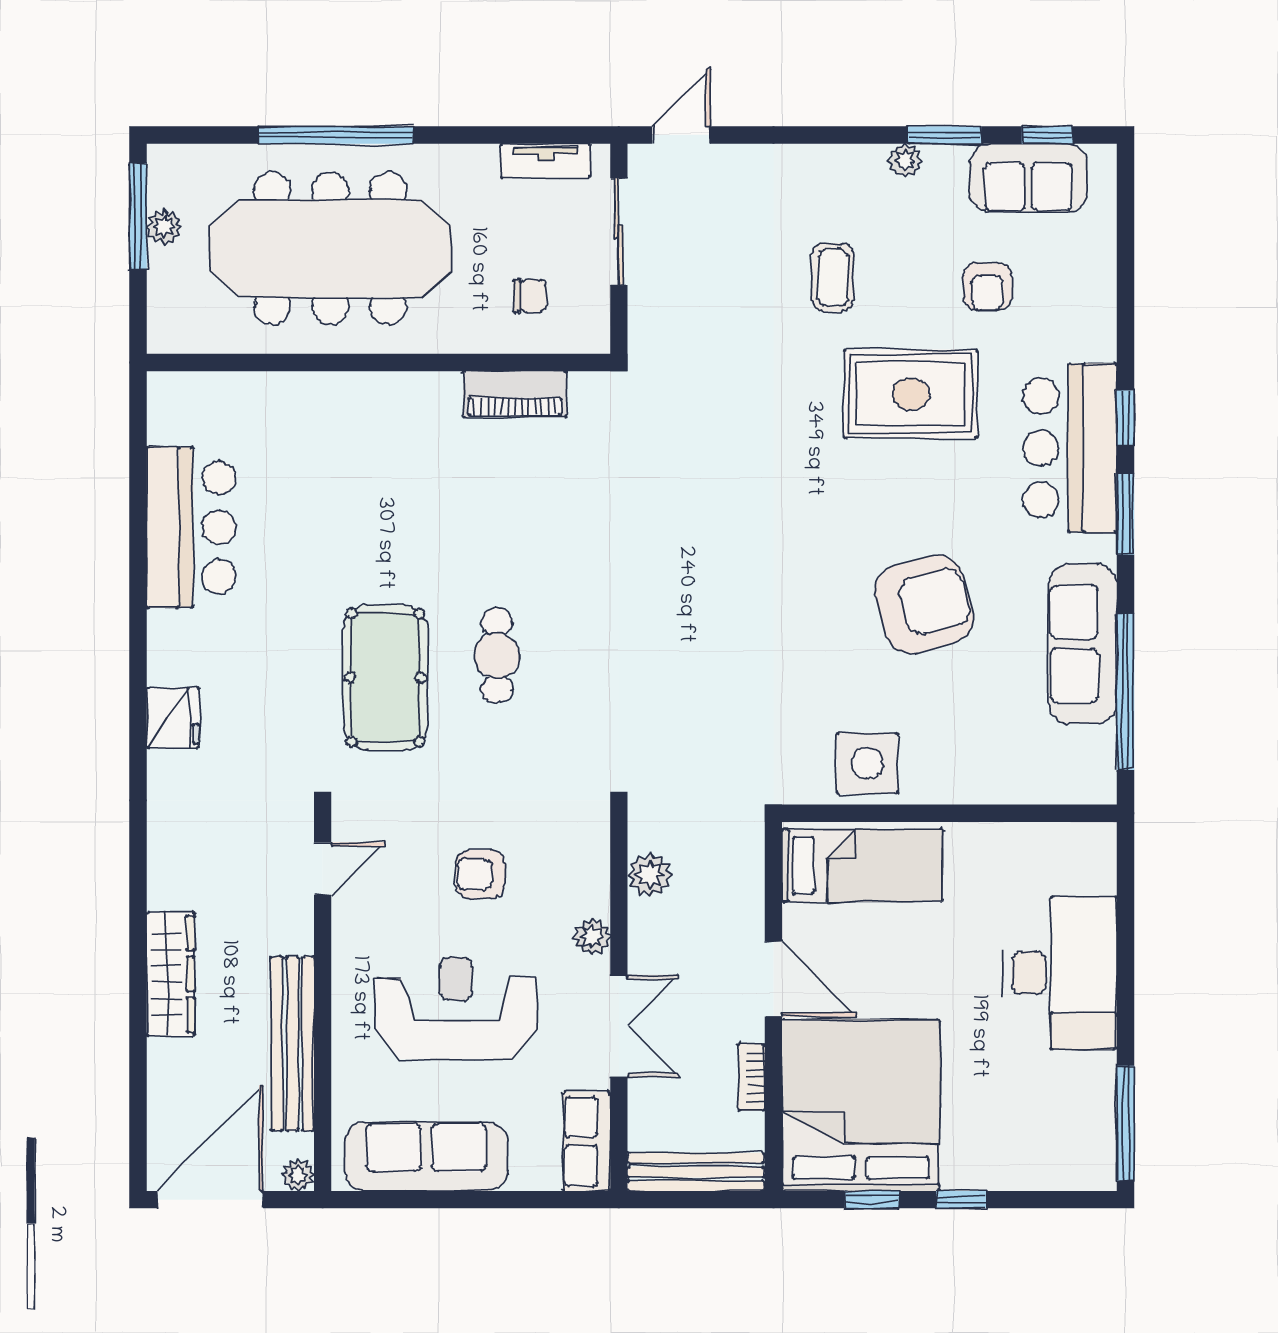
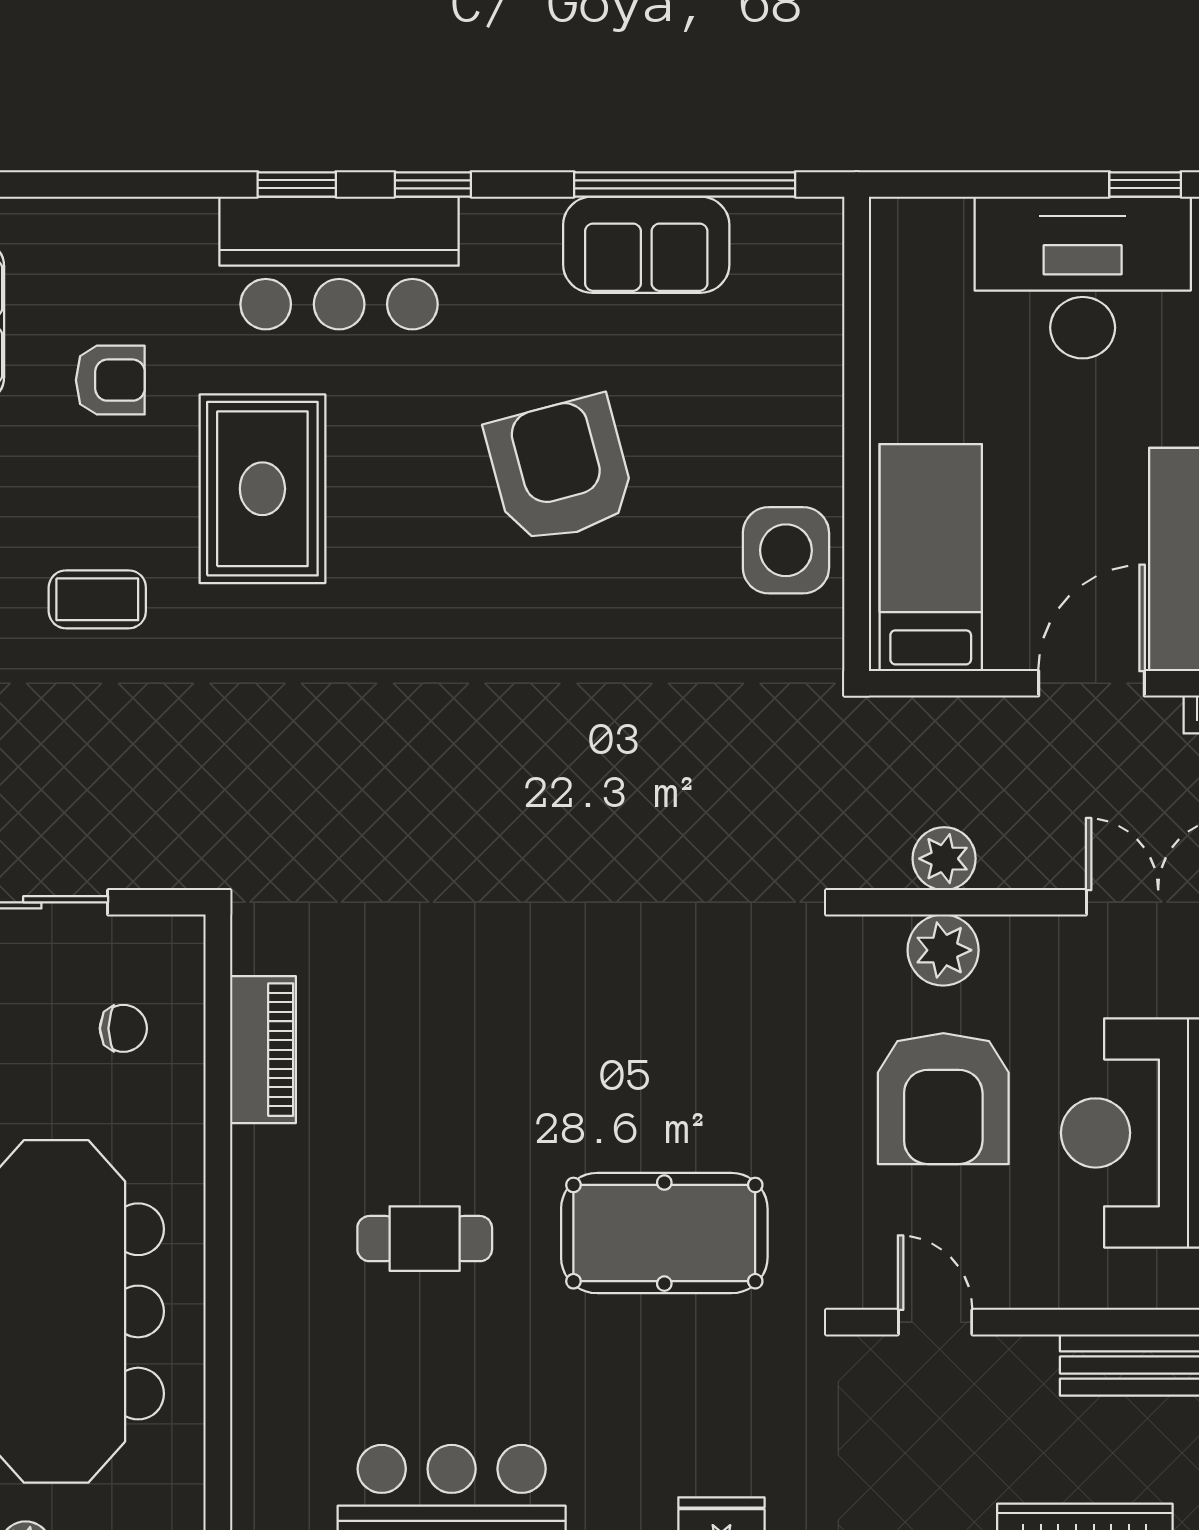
chair: (530, 296) -> (123, 1028), turned 90
window: (1125, 514) -> (433, 184), width x0.67
sofa: (1083, 644) -> (646, 245), width x0.73
cafe table: (497, 655) -> (425, 1239), moved
armchair: (480, 874) -> (943, 1099), width x1.88, depth x1.88
plant: (592, 937) -> (943, 950), moved, width x1.38, depth x1.38
window: (1125, 1017) -> (1145, 184), added

